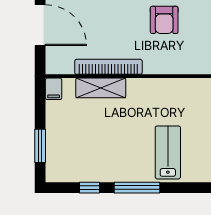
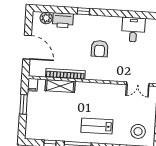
window: (40, 146) -> (24, 104), moved
lab bench: (168, 152) -> (97, 126), turned -90

